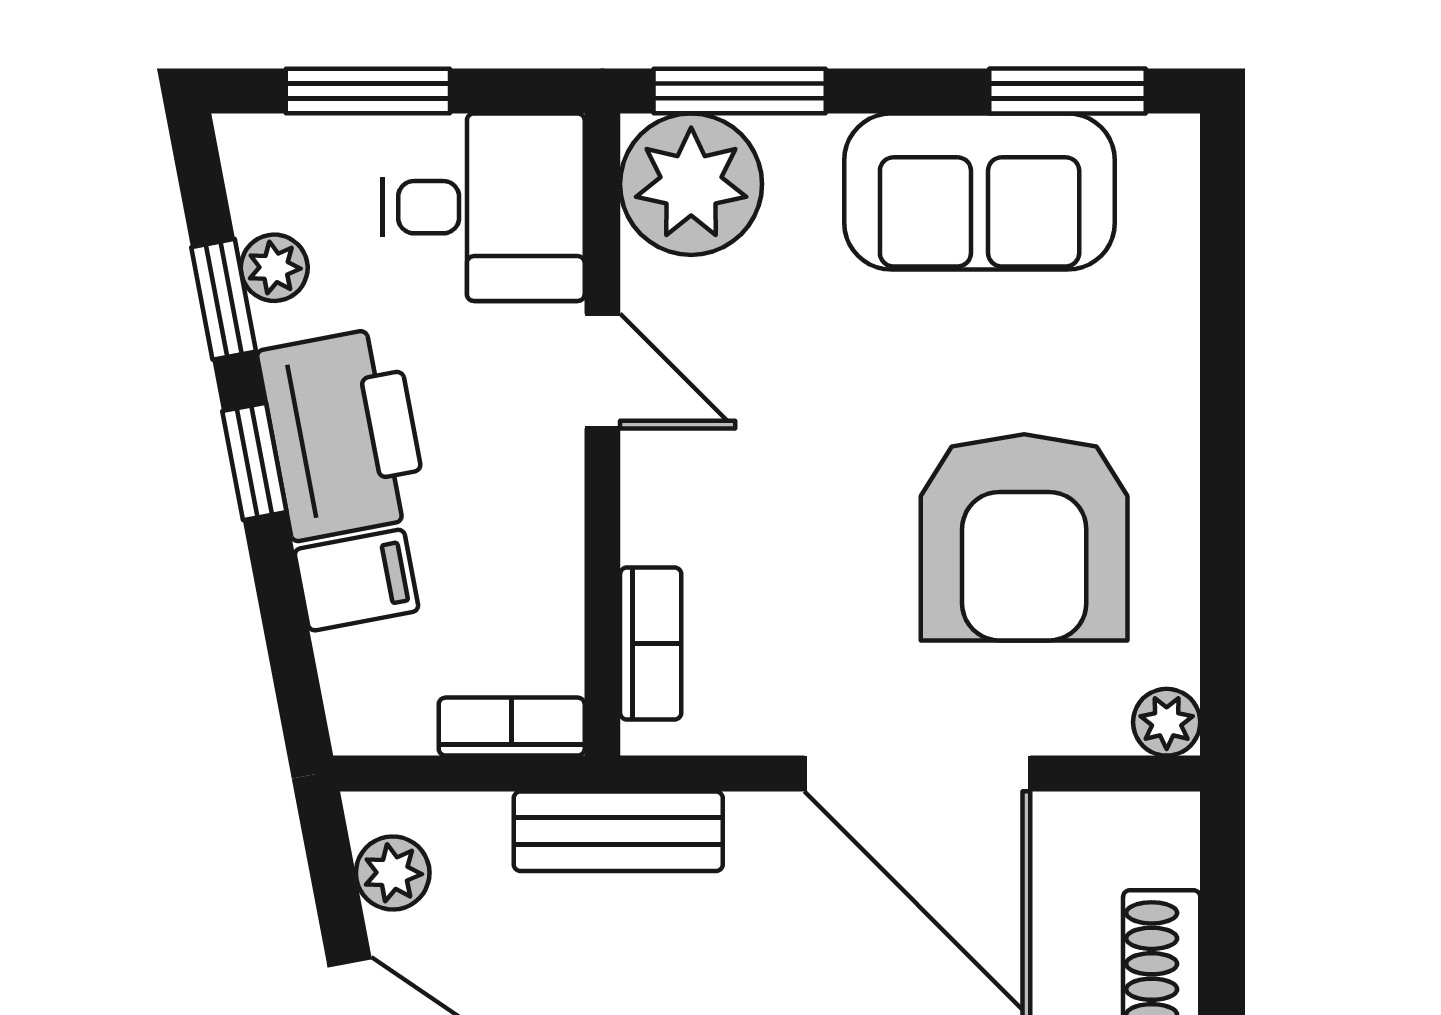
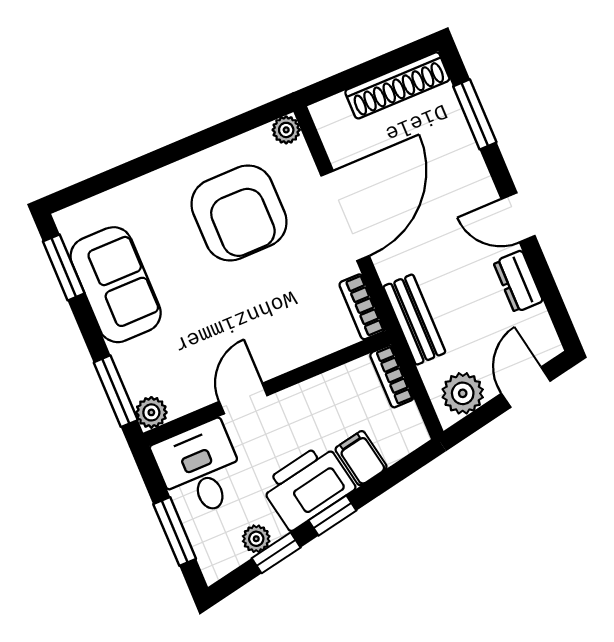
plant: (691, 184) -> (151, 412), width x0.53, depth x0.53
armchair: (1024, 537) -> (239, 213), turned 90
bookcase: (651, 643) -> (362, 307), moved, turned -90
plant: (393, 873) -> (463, 393), width x1.38, depth x1.38

